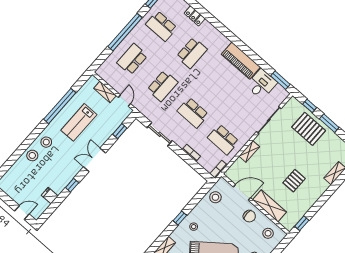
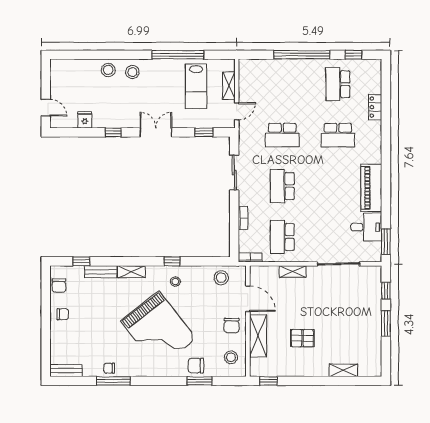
school desk: (132, 59) -> (282, 84), removed
lab bench: (79, 122) -> (196, 86), moved, turned -90
pallet: (309, 129) -> (363, 309), removed

